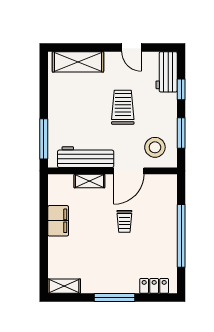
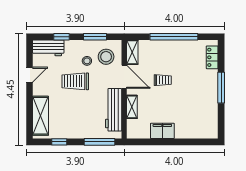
window: (44, 86) -> (59, 142), added
stool: (150, 122) -> (87, 61), added
shelving: (64, 286) -> (132, 52), moved

